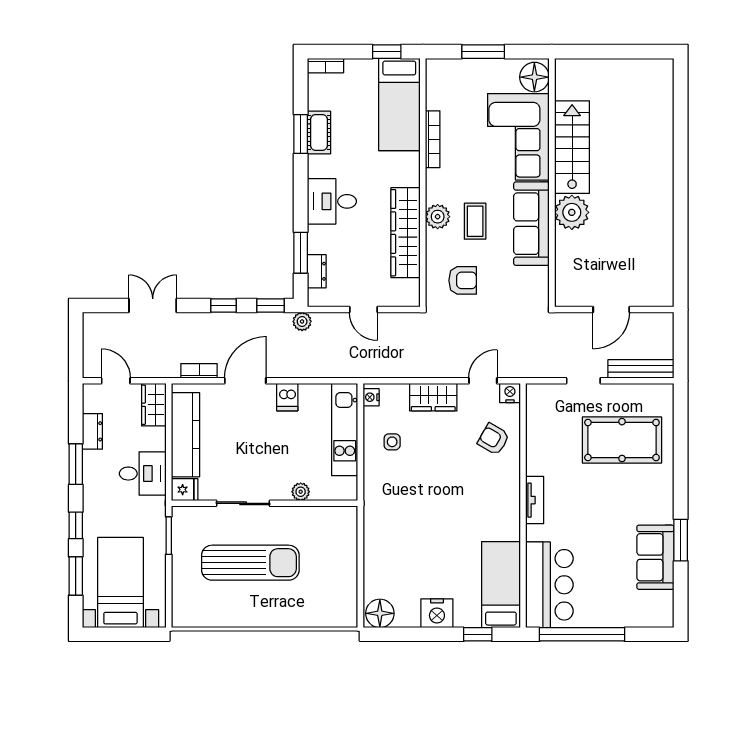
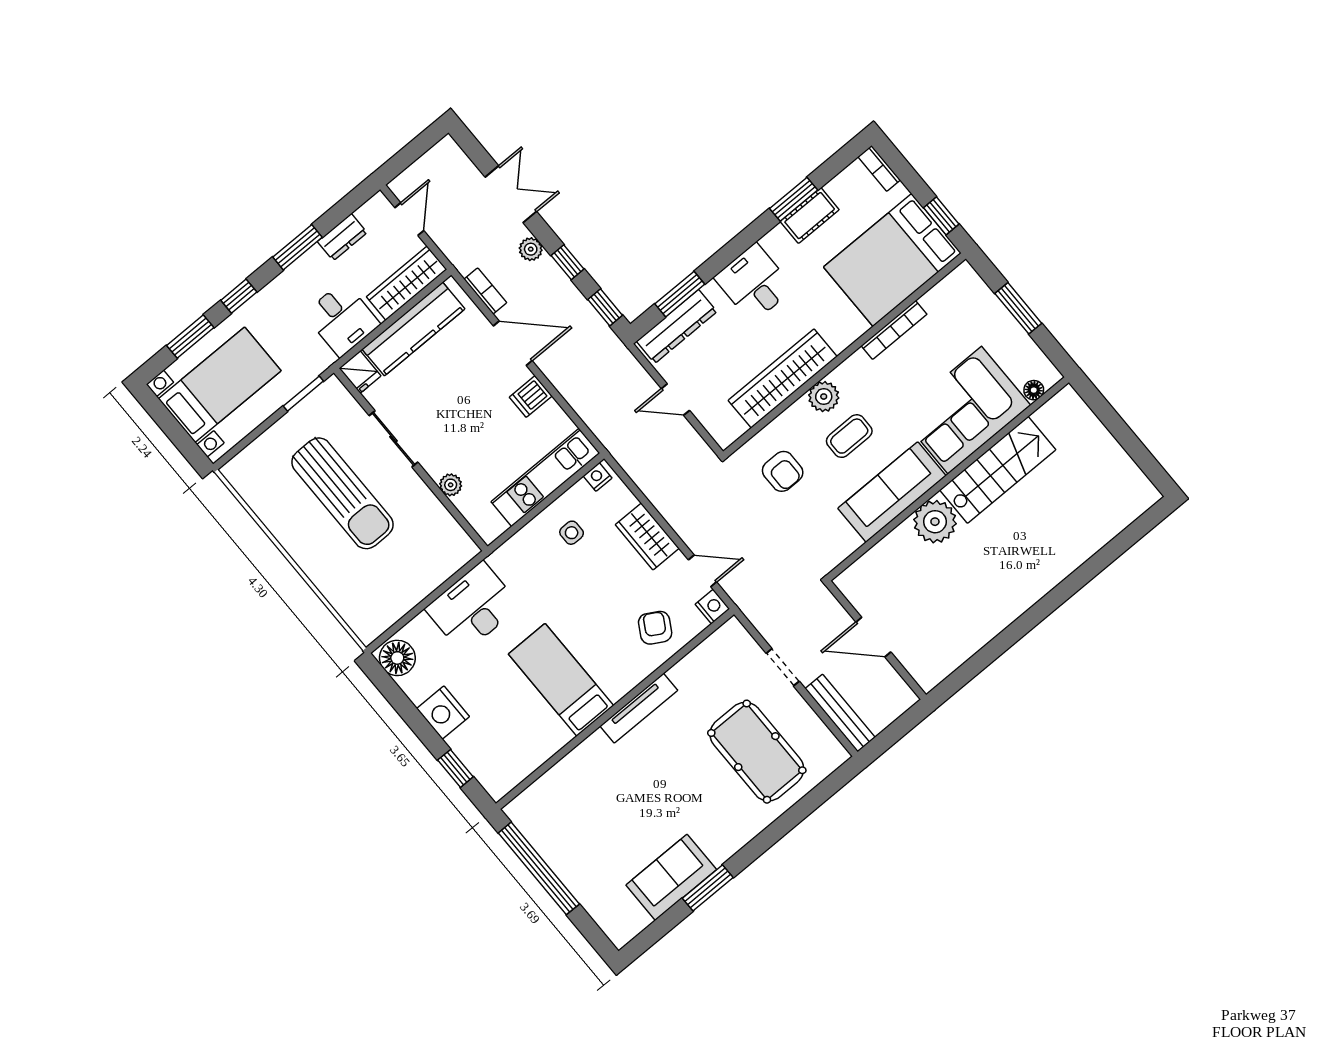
floor lamp: (534, 77) -> (1034, 390), width x0.53, depth x0.53
bed: (399, 104) -> (892, 260), width x1.50
dresser: (317, 271) -> (677, 326), width x1.96, depth x1.24
door: (363, 310) -> (675, 400), hinge flipped
plant: (302, 321) -> (531, 249), moved
wardrobe: (154, 405) -> (407, 283), width x1.50
tv unit: (535, 500) -> (639, 708), width x1.41
desk: (387, 541) -> (473, 607), added
bed: (501, 585) -> (561, 680), moved, turned -90
bar counter: (549, 585) -> (560, 798), removed

